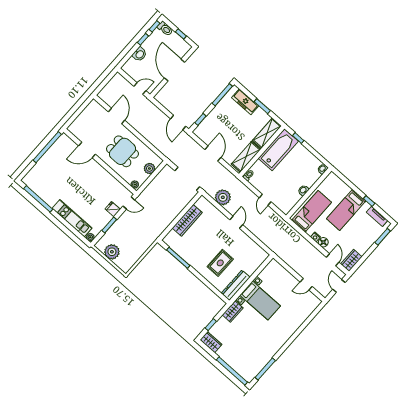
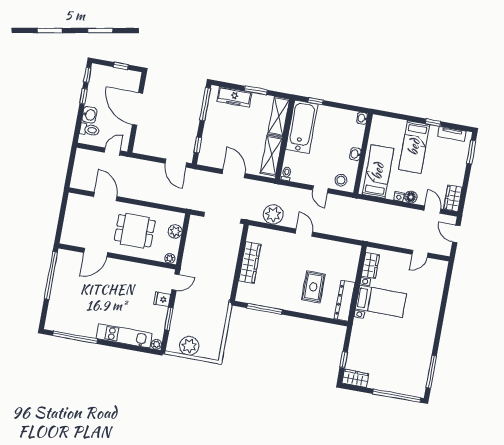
toilet: (165, 29) -> (90, 130), moved
stool: (283, 202) -> (341, 180), added
wardrobe: (233, 311) -> (370, 266), moved

